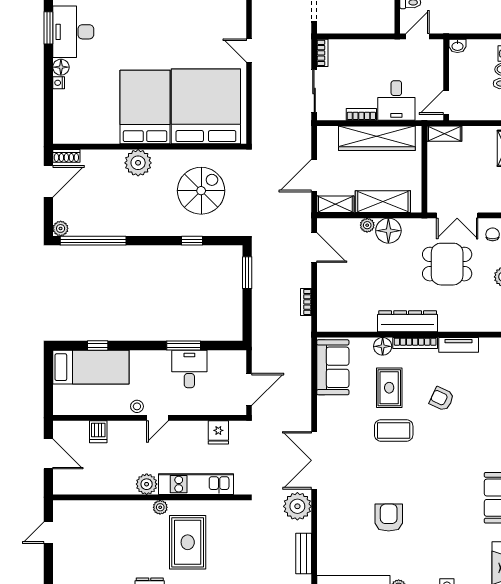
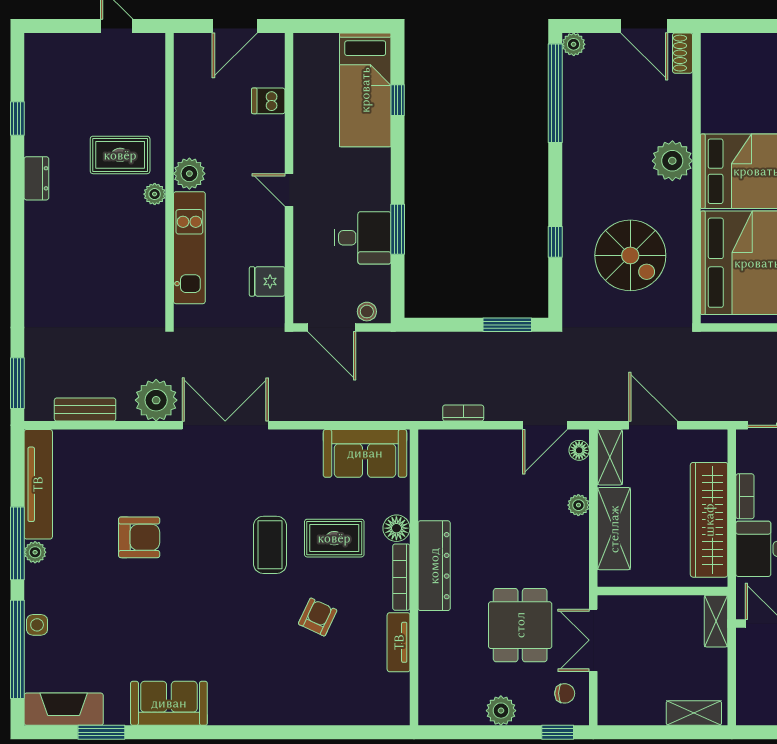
floor lamp: (388, 231) -> (579, 450), moved, width x0.53, depth x0.53
stool: (137, 406) -> (367, 312), moved
rug: (188, 542) -> (120, 155), moved, width x0.73, depth x0.70

